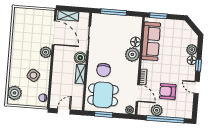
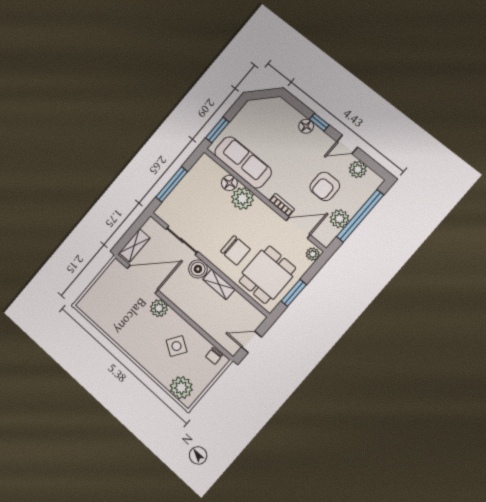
plant: (192, 50) -> (358, 169), moved
door: (64, 111) -> (251, 342), hinge flipped

